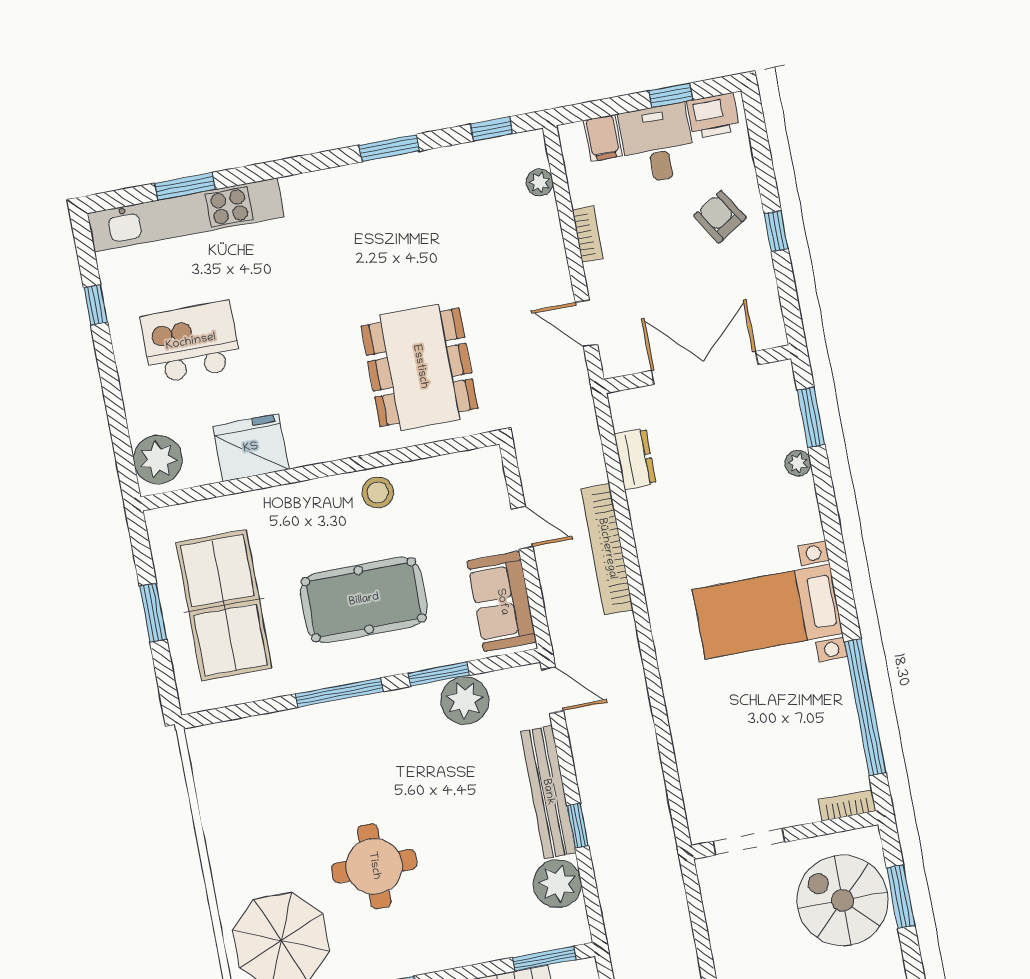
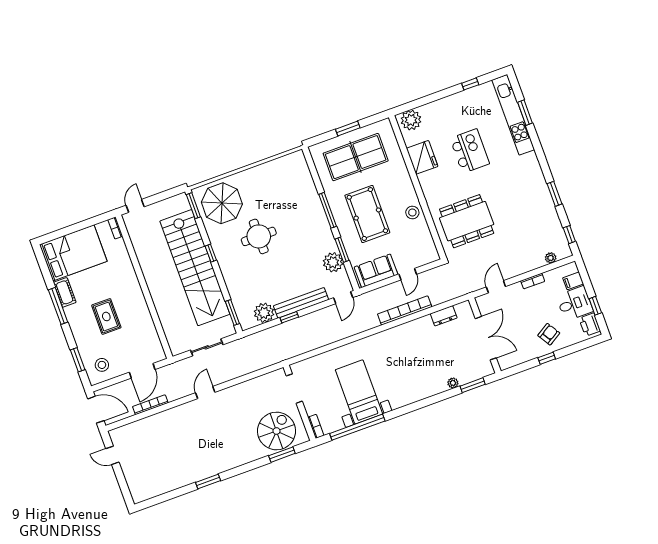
kitchen island: (191, 342) -> (470, 151), moved
bed with nightstands: (768, 612) -> (359, 392), moved

